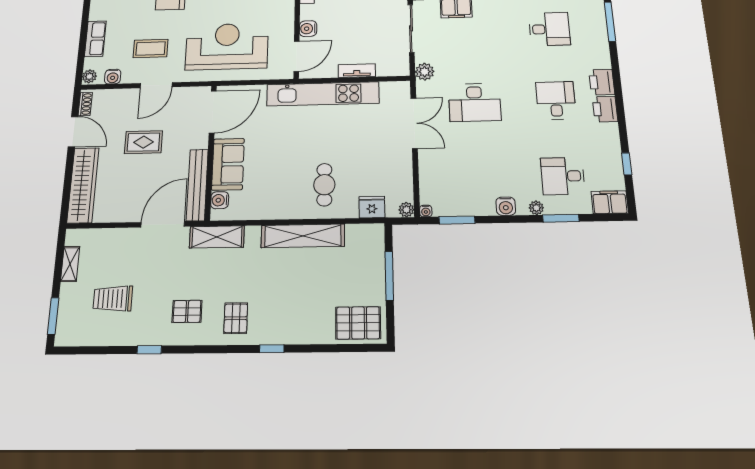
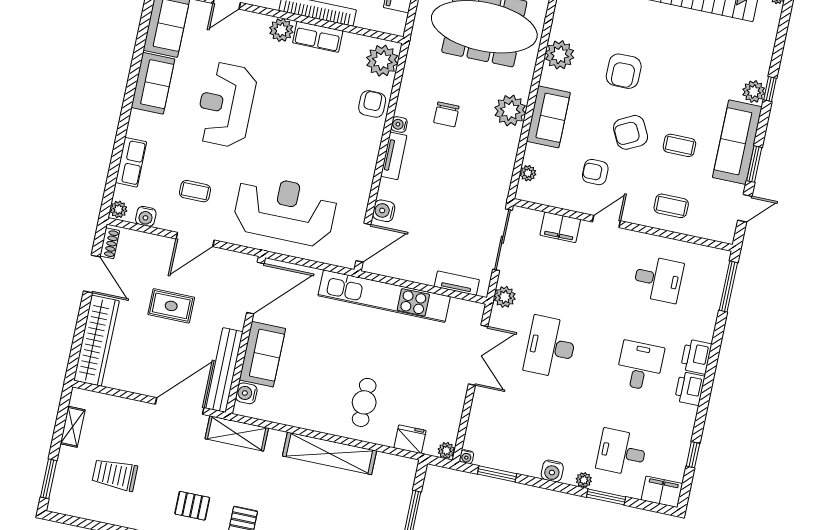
coffee table: (151, 49) -> (195, 191), width x0.73, depth x0.77
tv unit: (357, 71) -> (457, 283), moved
desk: (475, 102) -> (551, 347), turned 90

